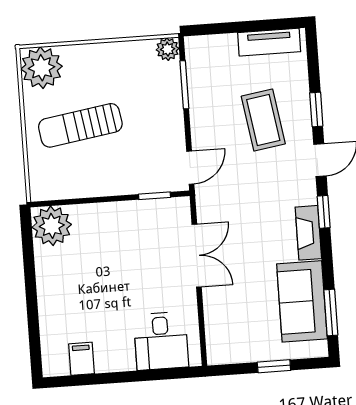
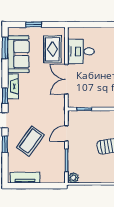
coffee table: (263, 120) -> (30, 141), turned 45
door: (190, 168) -> (66, 134), moved
rug: (231, 317) -> (52, 49), added
desk: (161, 341) -> (81, 51), moved, turned -90

